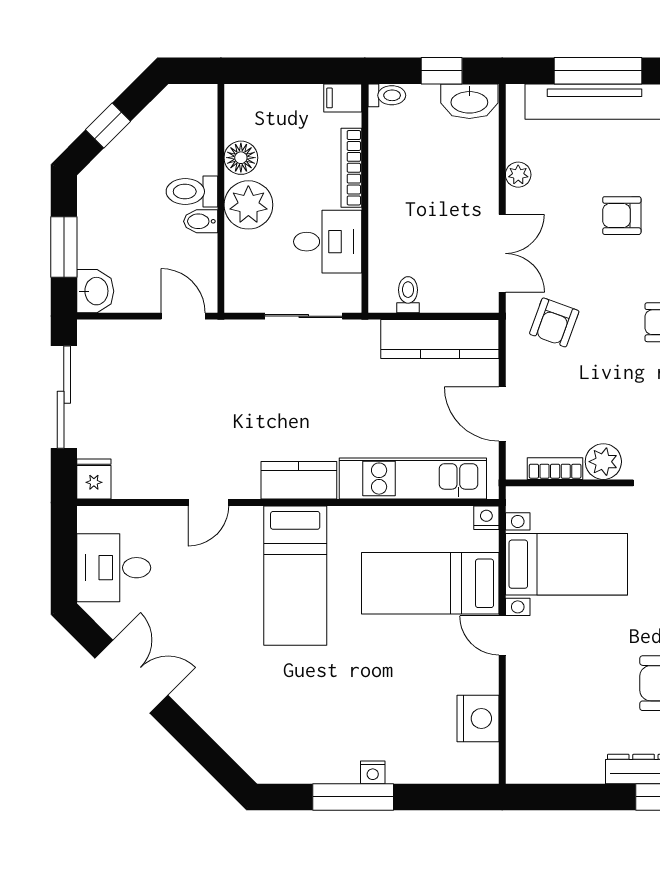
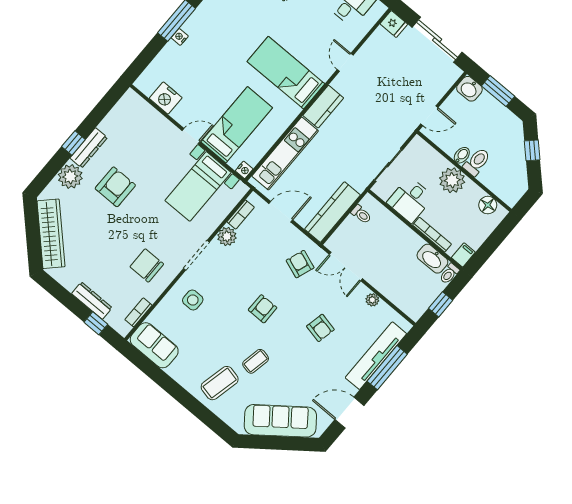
washbasin: (469, 101) -> (432, 259), moved, turned -90
floor lamp: (241, 158) -> (488, 205), moved
armchair: (622, 216) -> (320, 328), turned 102

